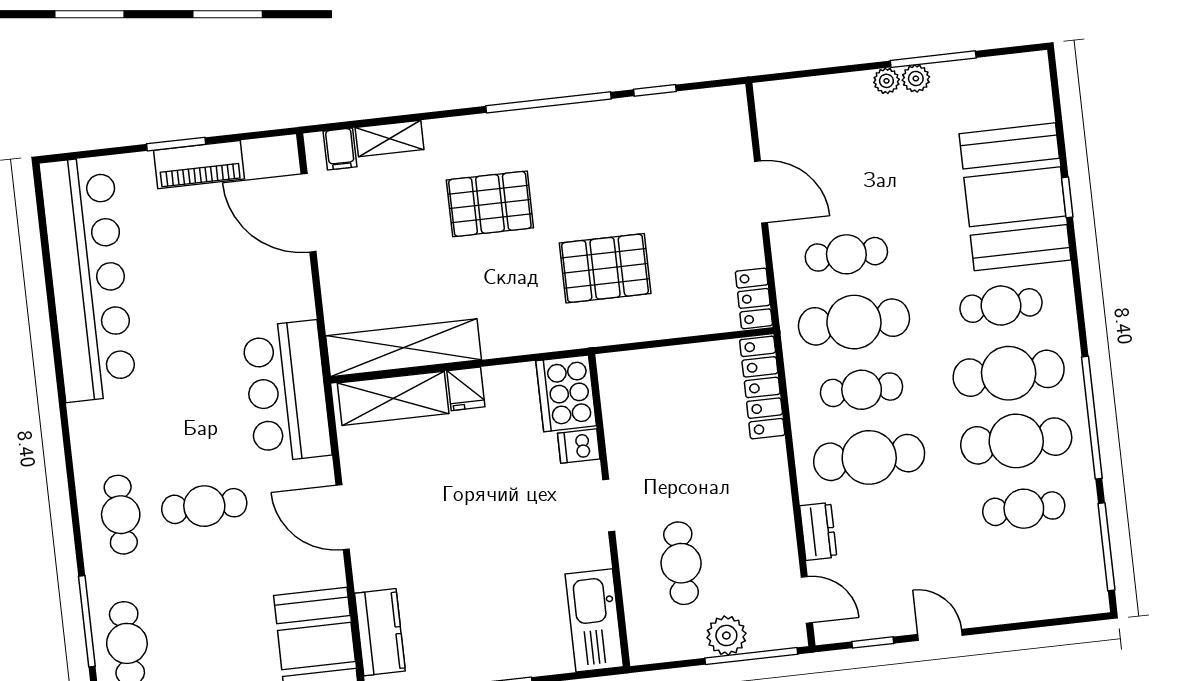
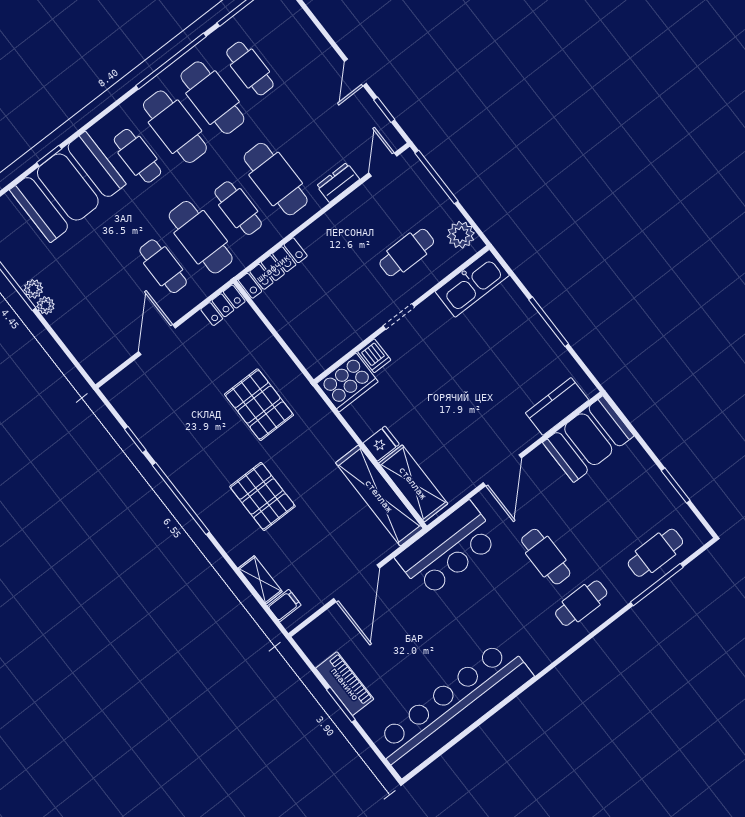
door: (308, 213) -> (356, 583), moved
plant: (726, 635) -> (461, 235), moved

